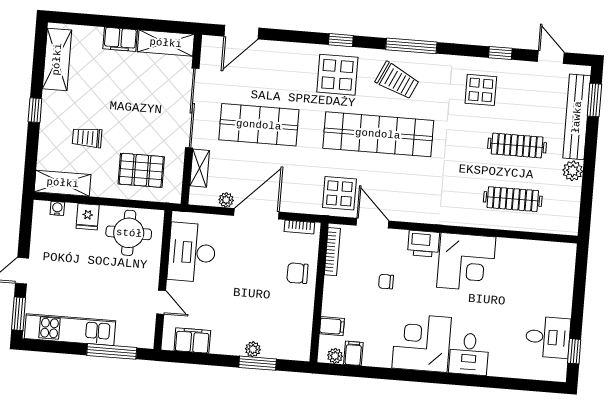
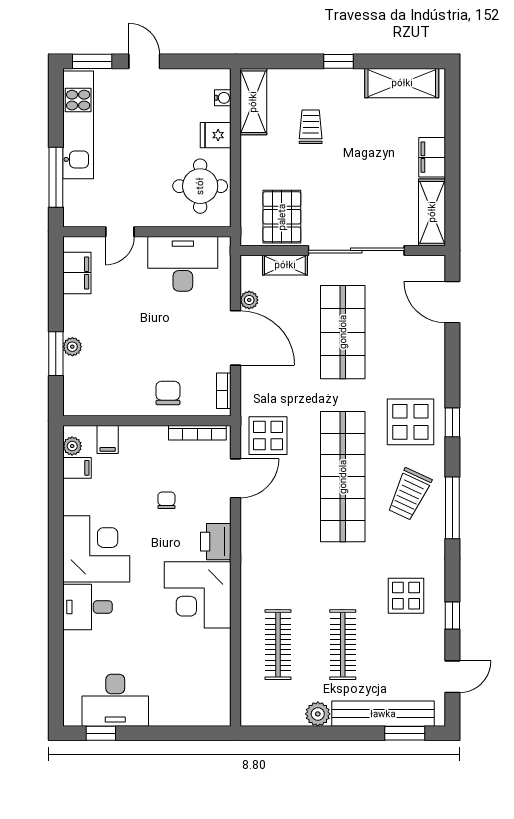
pallet: (141, 170) -> (282, 217), moved
desk: (548, 337) -> (115, 700), width x1.37

